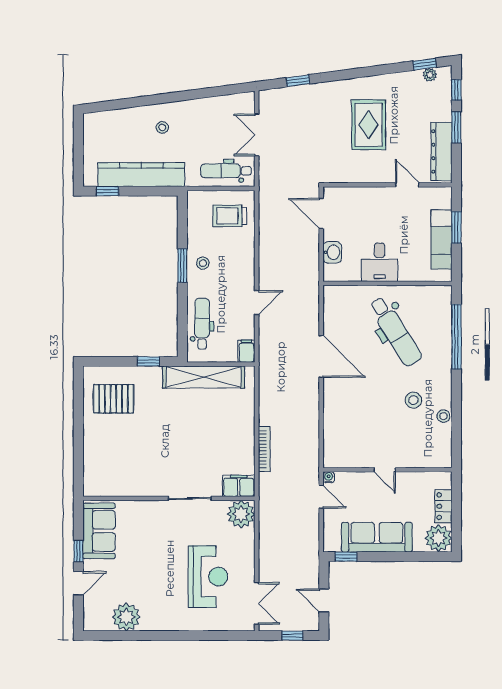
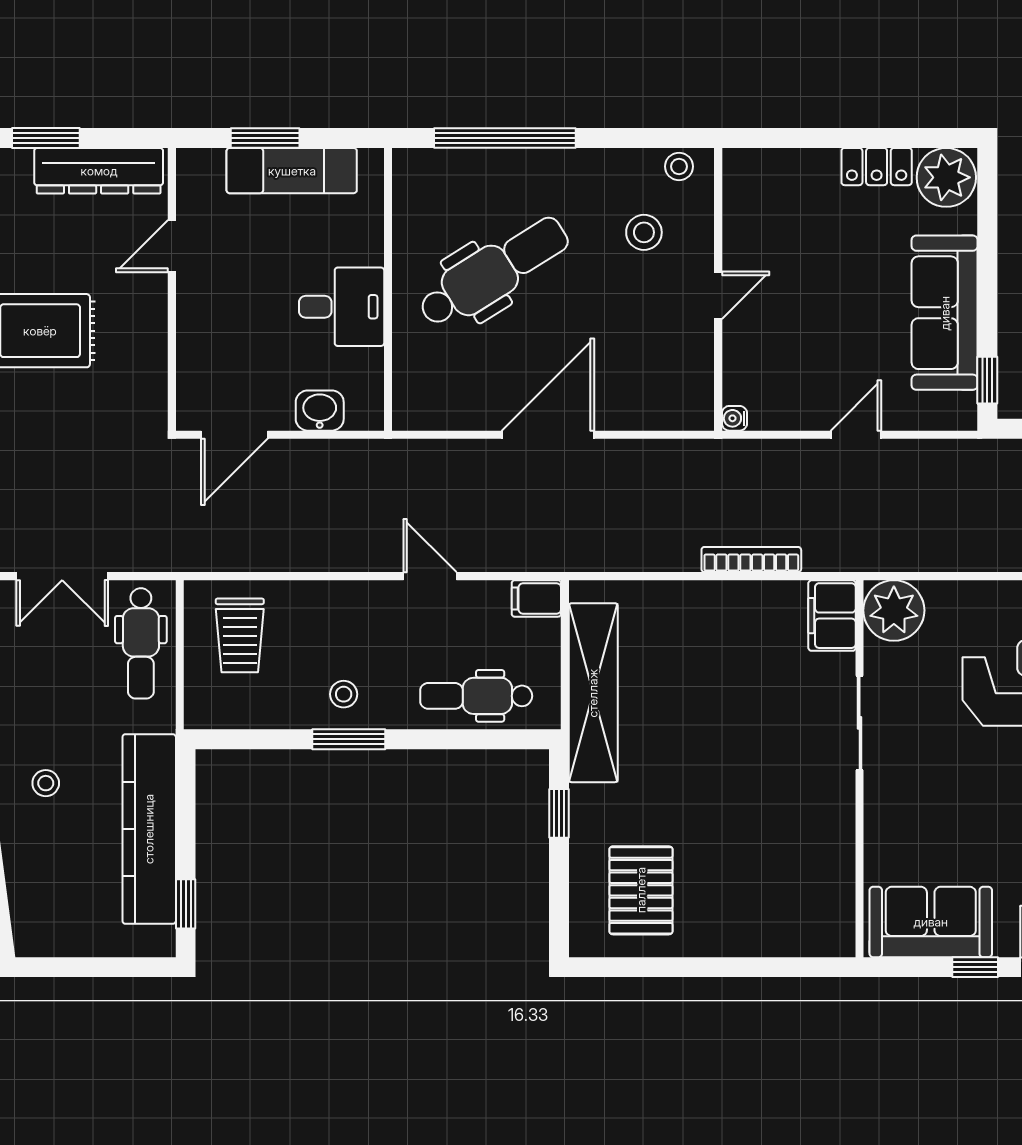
door: (385, 470) -> (718, 295), moved
wall: (387, 470) -> (718, 289), moved
water cooler: (329, 477) -> (734, 418), moved

